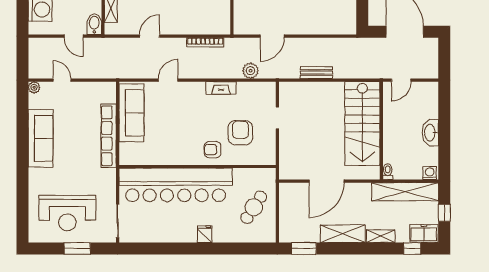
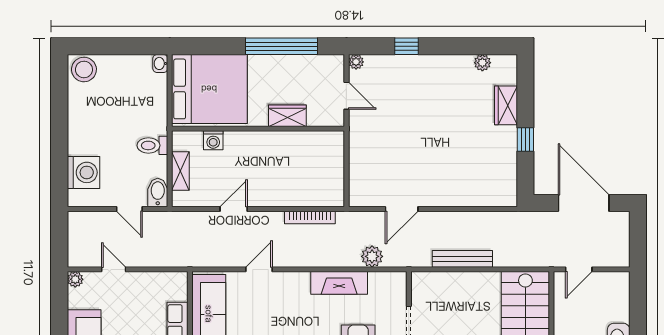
bench: (316, 72) -> (462, 259), width x1.36
fireplace: (221, 88) -> (339, 283), width x1.37, depth x1.32

